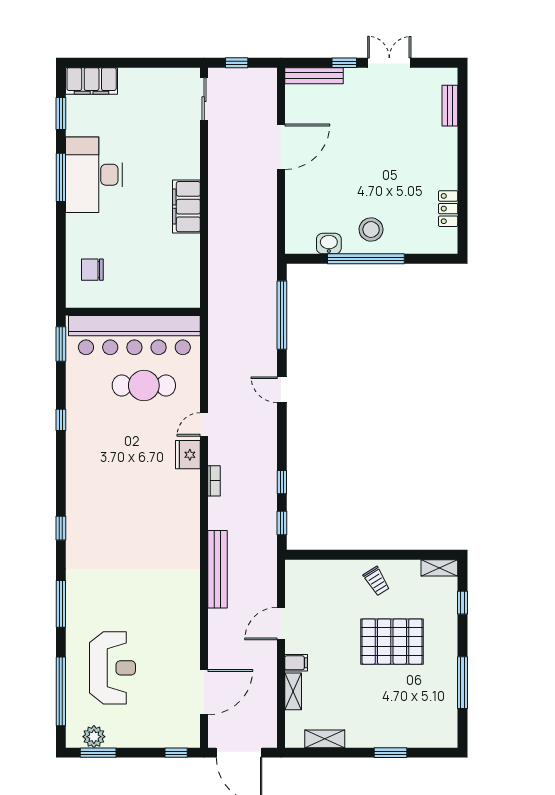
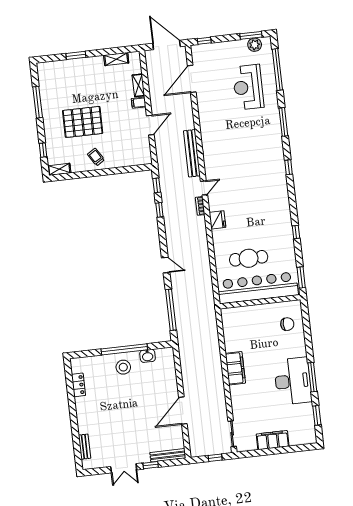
filing cabinet: (92, 81) -> (273, 440), moved
door: (204, 424) -> (204, 188), moved

